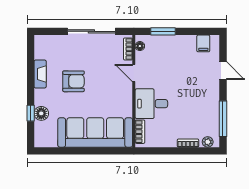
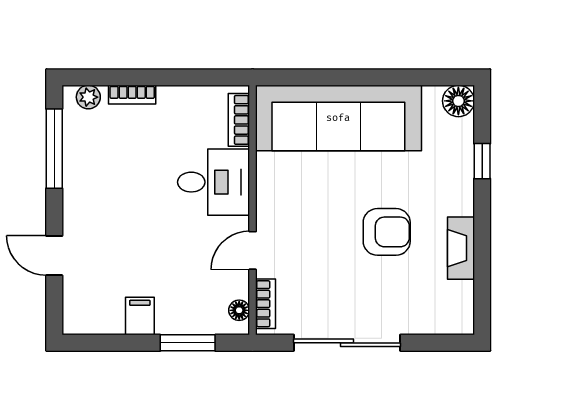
filing cabinet: (203, 43) -> (140, 316), moved
door: (134, 73) -> (253, 250), swing flipped
armchair: (74, 81) -> (387, 232), turned 180
floor lamp: (41, 113) -> (458, 101), moved

